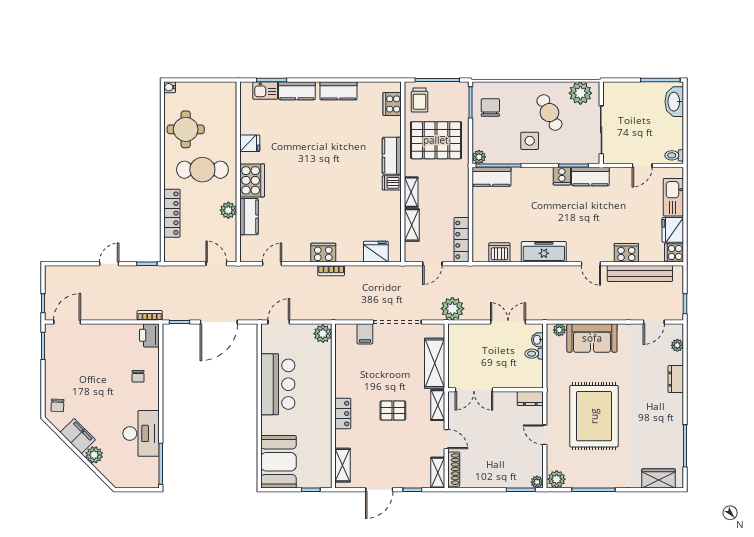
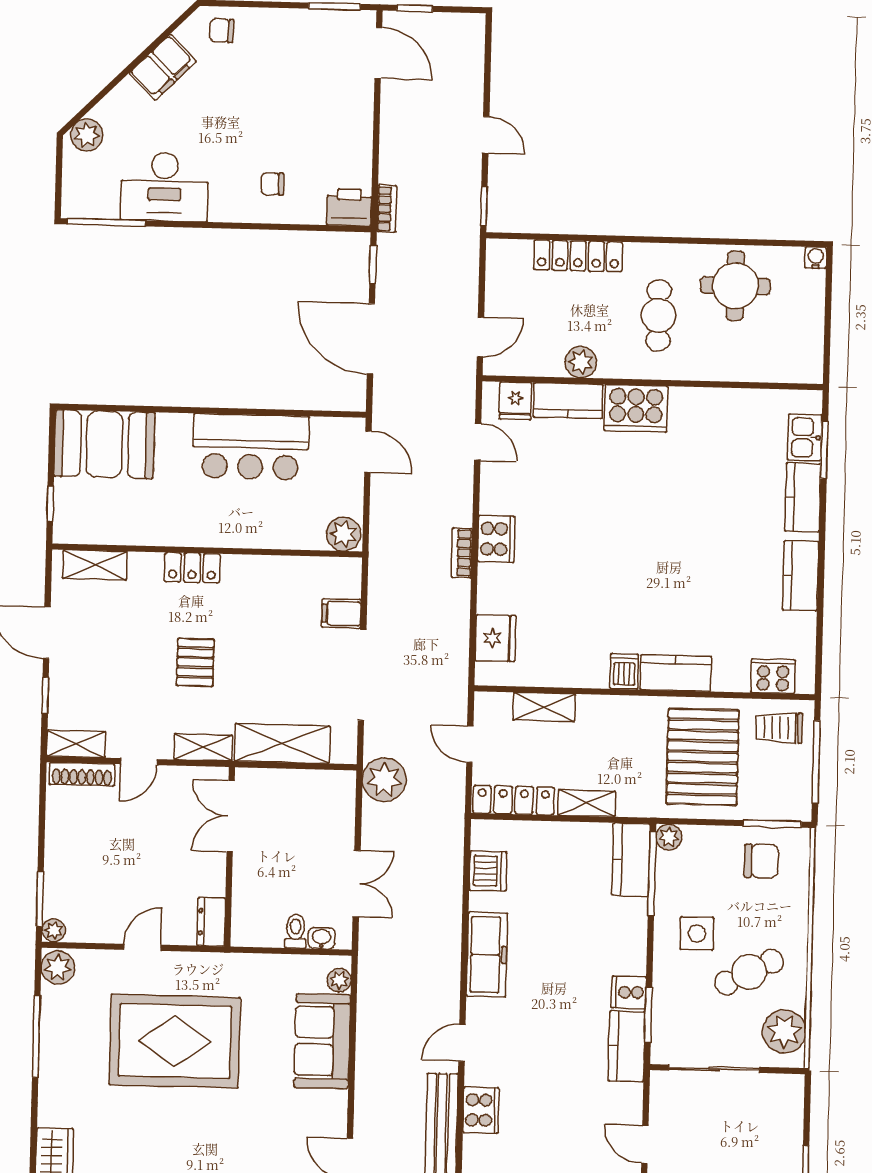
fridge: (250, 143) -> (515, 401), moved
cafe table: (202, 170) -> (659, 315), width x0.73, depth x0.74
shelving: (411, 192) -> (587, 803), moved
plant: (94, 455) -> (87, 135), moved

